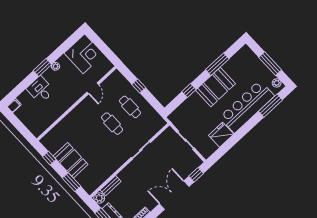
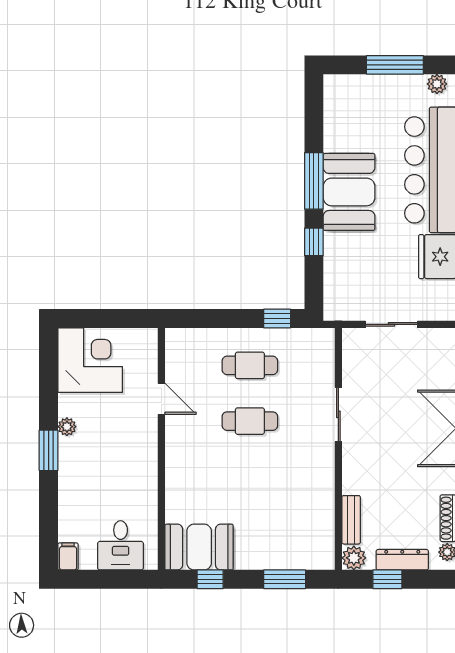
window: (217, 64) -> (314, 181), moved
window: (139, 86) -> (277, 319), moved
desk: (40, 90) -> (121, 545), moved, turned -90
booth: (71, 160) -> (199, 547), moved

